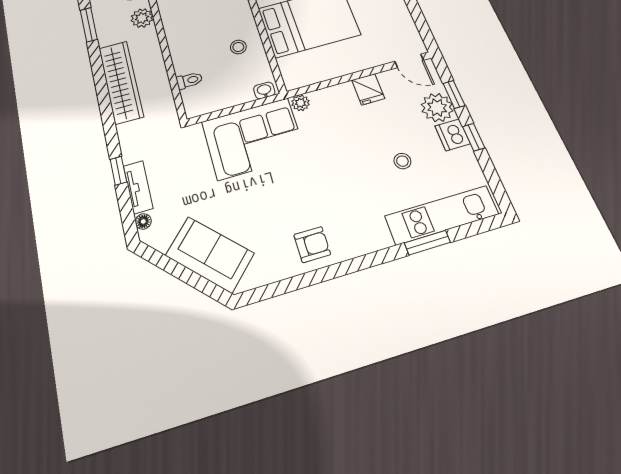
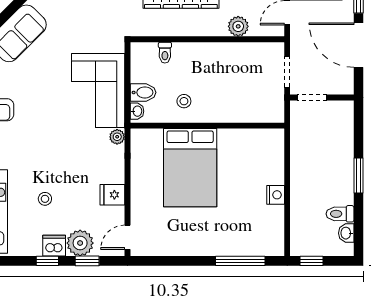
bidet: (241, 90) -> (143, 92), added

